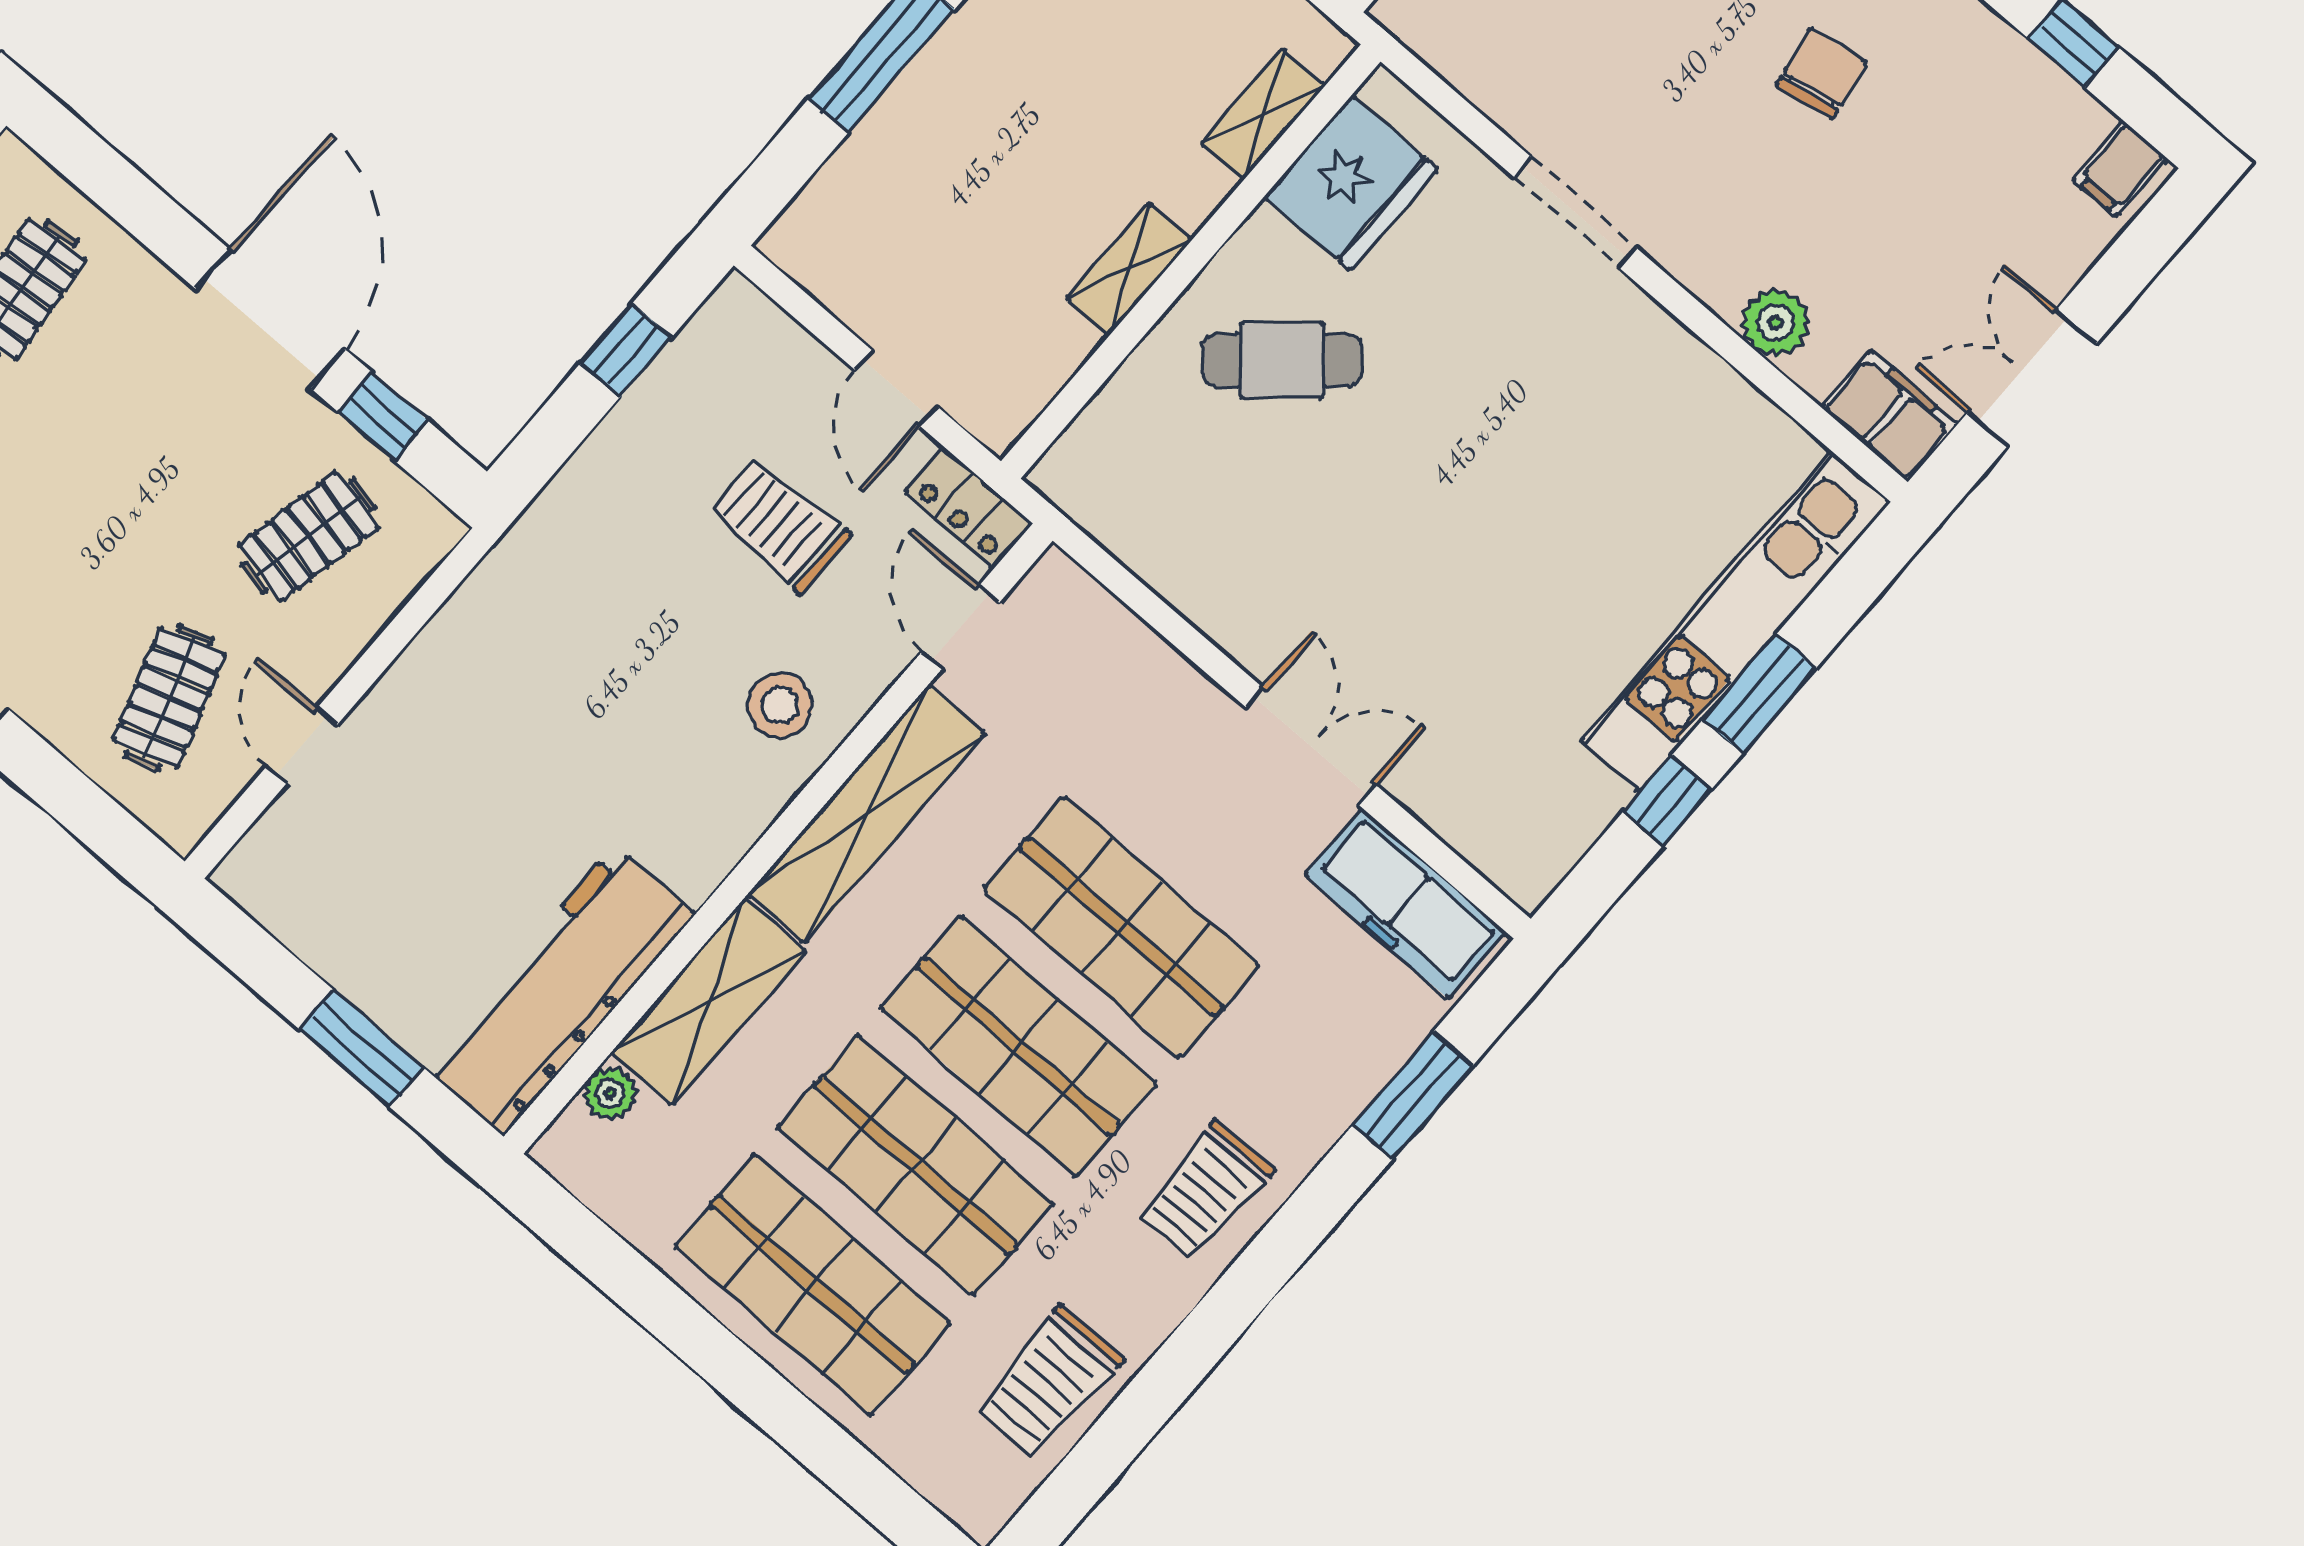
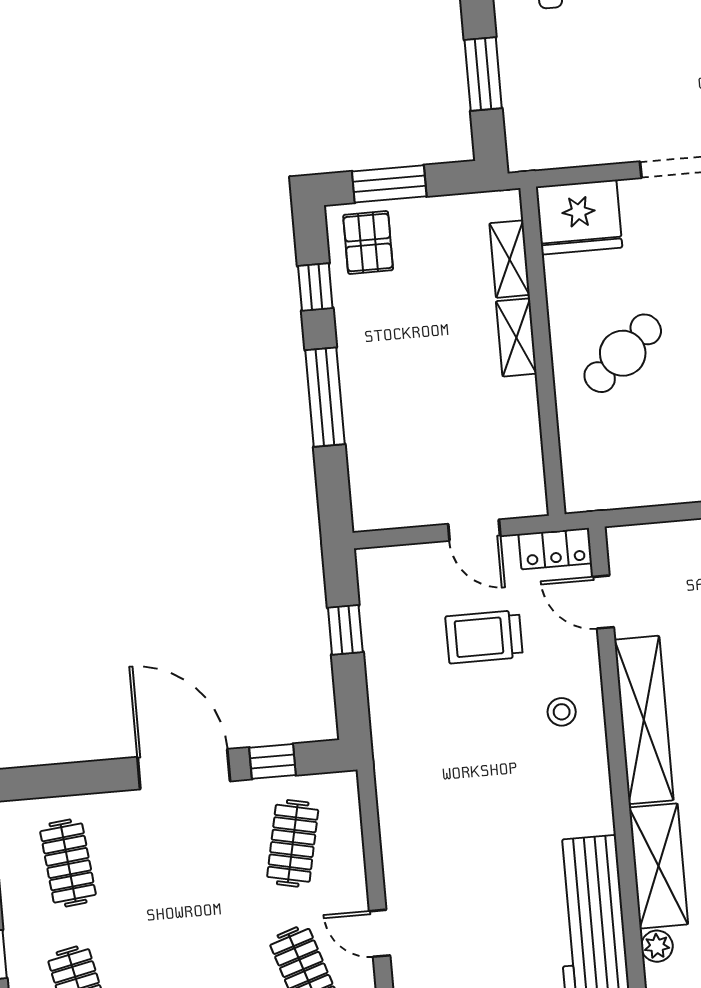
fridge: (1351, 183) -> (579, 217), moved, turned 90
shelving: (1129, 269) -> (516, 337), moved
stool: (780, 706) -> (562, 712), width x0.73, depth x0.73

